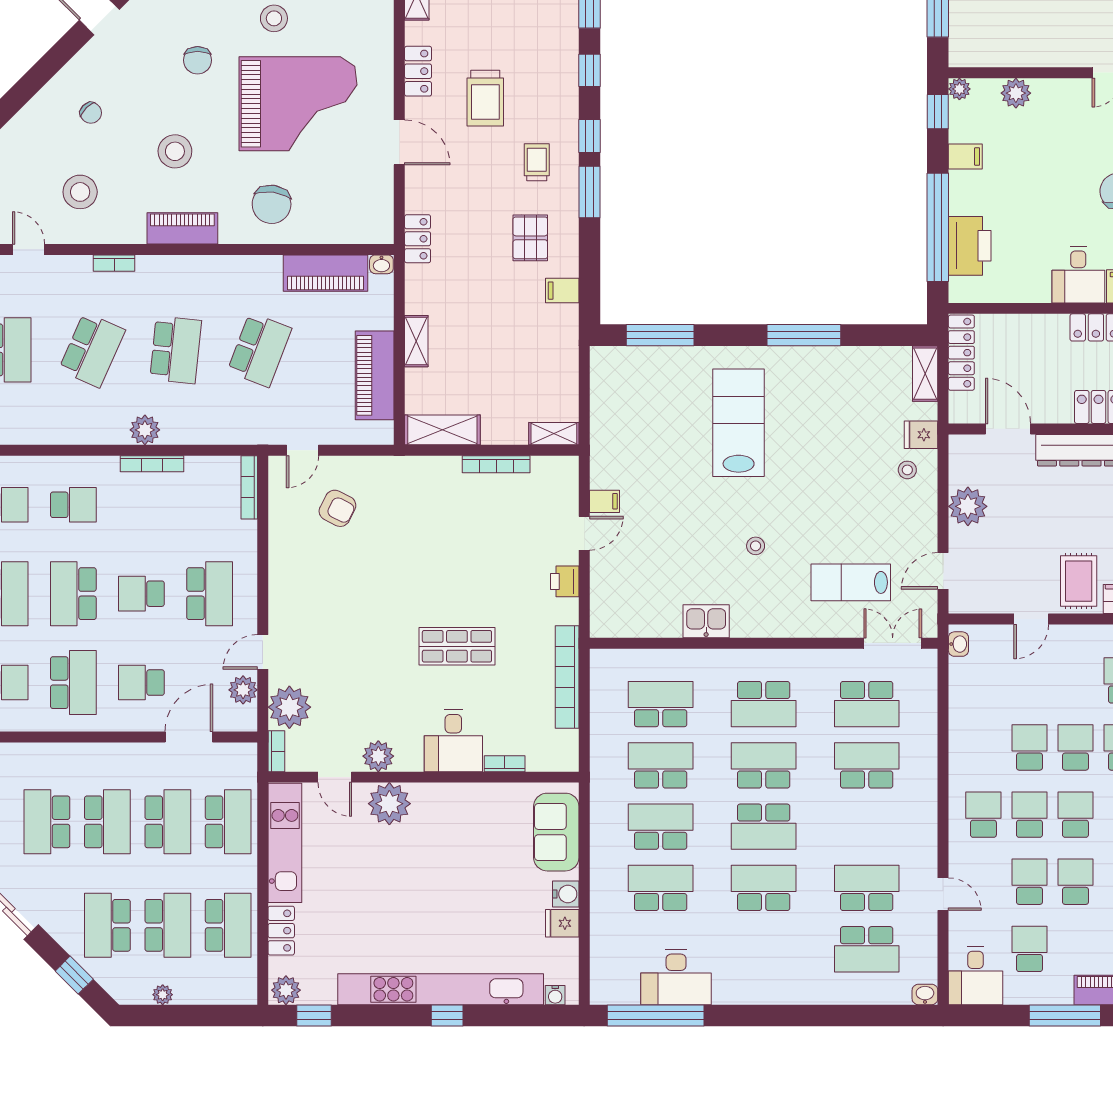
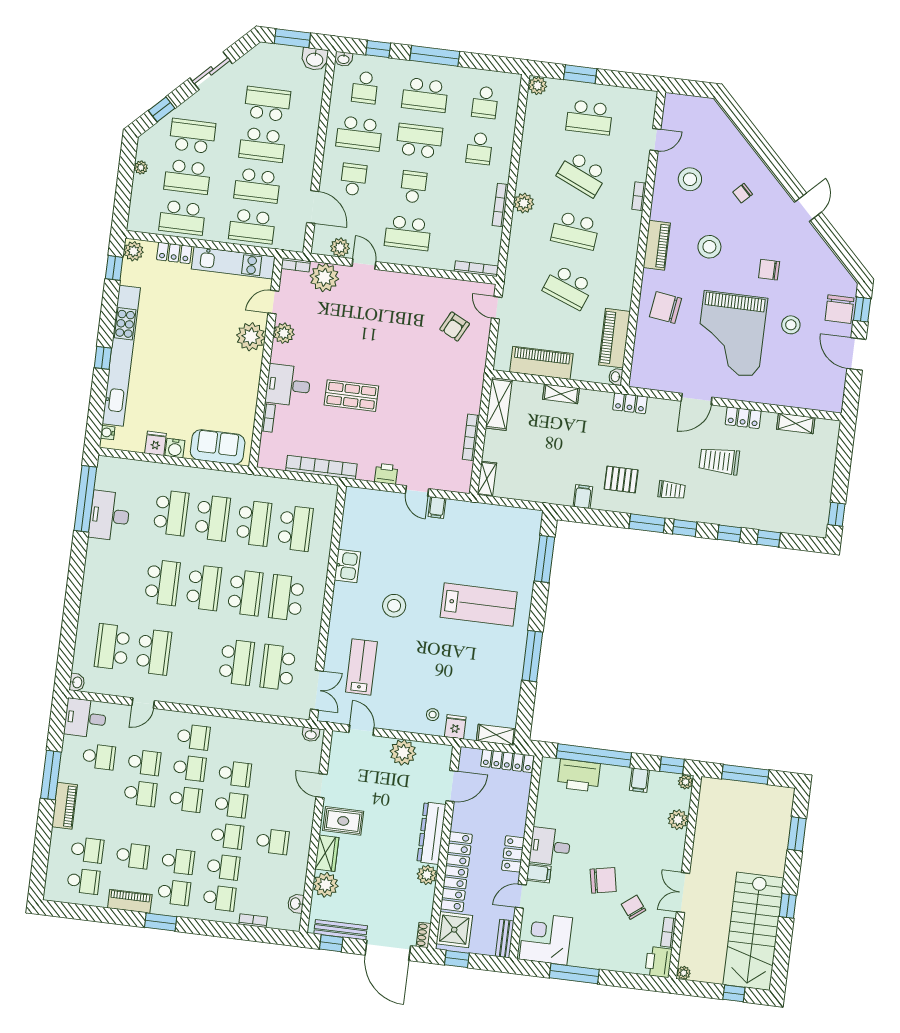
stool: (756, 546) -> (394, 606), width x1.89, depth x1.89
shop shelf: (457, 646) -> (351, 396), turned 90
school desk: (764, 827) -> (204, 588), turned 180

